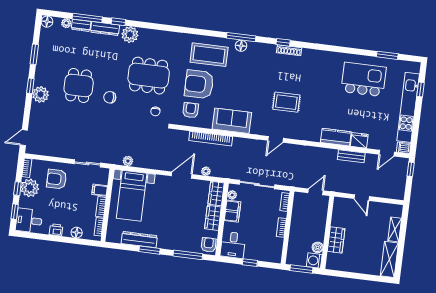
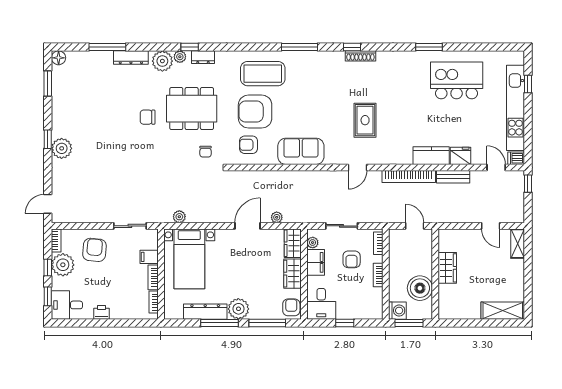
window: (118, 22) -> (190, 47), moved
plant: (66, 23) -> (180, 57), moved
dresser: (81, 25) -> (203, 57), moved
floor lamp: (241, 46) -> (301, 58), removed
window: (34, 54) -> (48, 83), moved
window: (387, 55) -> (429, 47), moved
dining table: (79, 85) -> (107, 131), removed
chair: (110, 97) -> (148, 117), moved
rug: (286, 102) -> (365, 120), turned 90
armchair: (191, 110) -> (249, 145), turned -90
bookcase: (211, 139) -> (409, 176), moved
door: (387, 153) -> (496, 167), swing flipped
armchair: (57, 179) -> (94, 250), turned 95
sliding door: (257, 185) -> (342, 226), width x0.73
door: (316, 192) -> (415, 226), hinge flipped
door: (362, 198) -> (491, 226), moved
armchair: (262, 212) -> (352, 259), added
shelving: (395, 229) -> (518, 244), moved
floor lamp: (77, 233) -> (127, 313), removed
wardrobe: (336, 240) -> (447, 268), moved
plant: (166, 241) -> (238, 309), added
boiler: (318, 247) -> (420, 288), width x1.86, depth x1.86
window: (150, 250) -> (220, 323), width x1.44
shelving: (389, 259) -> (503, 311), moved, turned 90
washing machine: (314, 261) -> (397, 311), moved, turned 180

